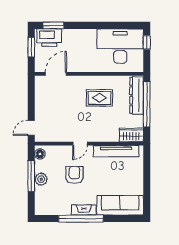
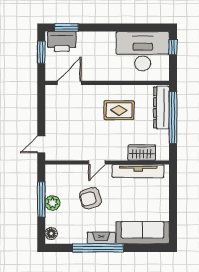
wardrobe: (131, 135) -> (142, 153), moved
floor lamp: (40, 154) -> (51, 233), moved
armchair: (74, 175) -> (90, 198), turned -105

